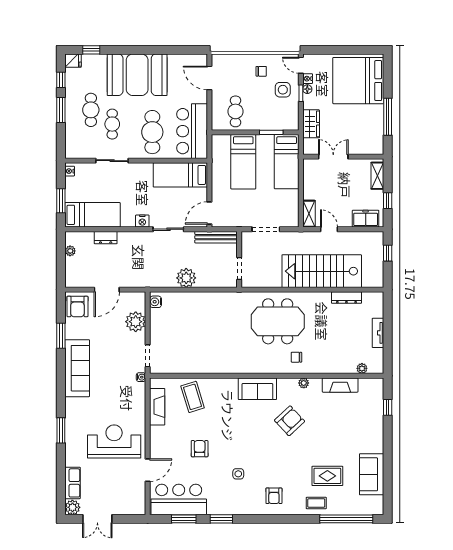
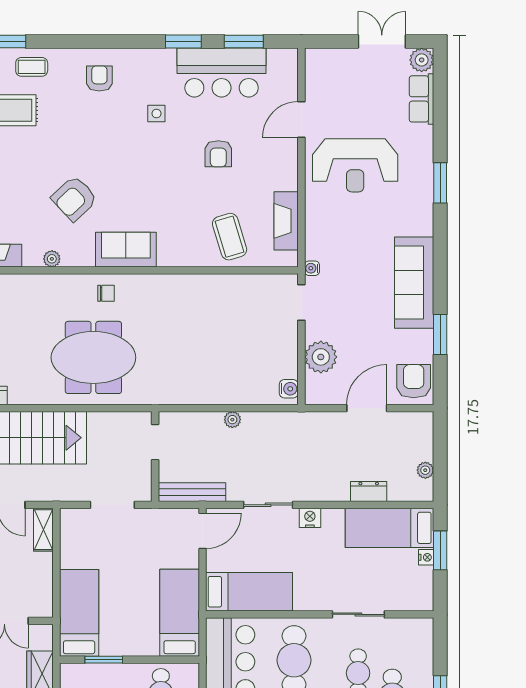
bed: (243, 162) -> (180, 613), moved
nightstand: (70, 171) -> (426, 557), moved
plant: (186, 278) -> (232, 420), width x0.53, depth x0.53
chair: (296, 357) -> (106, 293), moved
bar counter: (179, 499) -> (222, 73), moved

